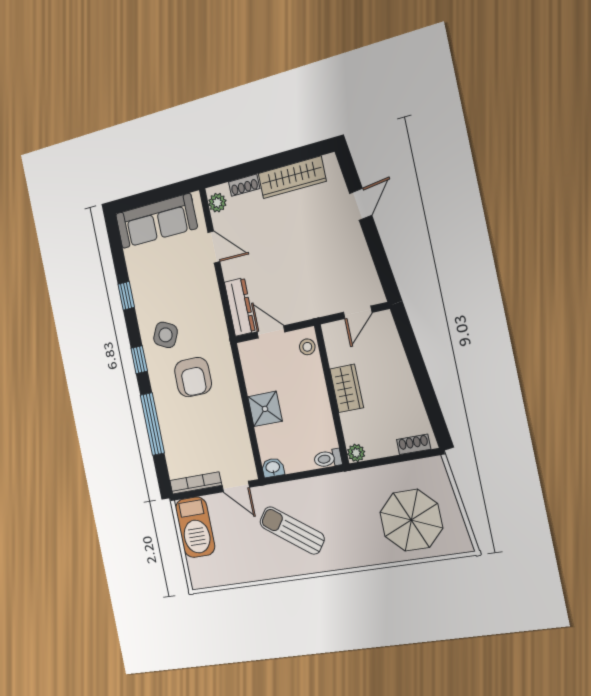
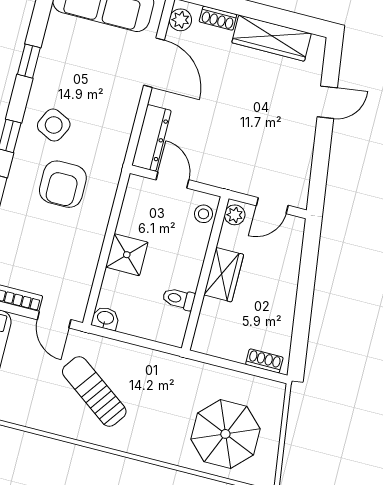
door: (214, 247) -> (154, 63), width x1.38
plant: (356, 453) -> (235, 215), moved
toilet: (328, 459) -> (179, 299), moved

